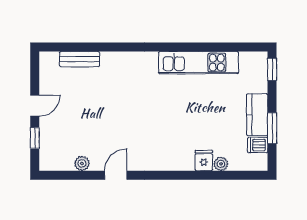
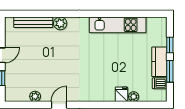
bench: (80, 59) -> (33, 22), width x1.36
plant: (117, 61) -> (60, 23), added
window: (272, 69) -> (170, 45), moved

